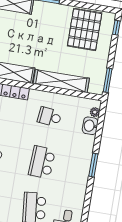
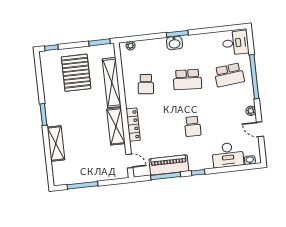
pallet: (85, 29) -> (76, 73), moved, turned 90
washbasin: (90, 126) -> (174, 43), moved

